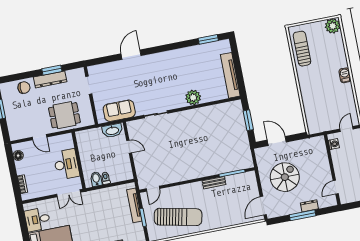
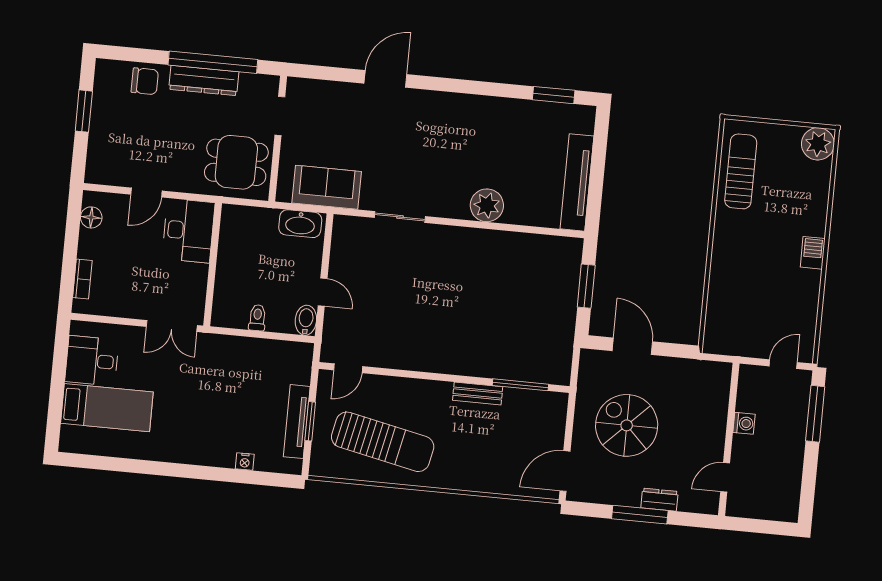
window: (52, 70) -> (213, 62), width x2.11
dining table: (64, 115) -> (236, 162), moved
door: (39, 137) -> (146, 193), hinge flipped
washing machine: (334, 144) -> (744, 423), moved
door: (129, 147) -> (323, 292), moved
desk: (66, 164) -> (188, 231), moved
spiral stairs: (285, 177) -> (627, 425), turned -90
bidet: (96, 179) -> (306, 320), moved
tv unit: (134, 205) -> (297, 422), moved

